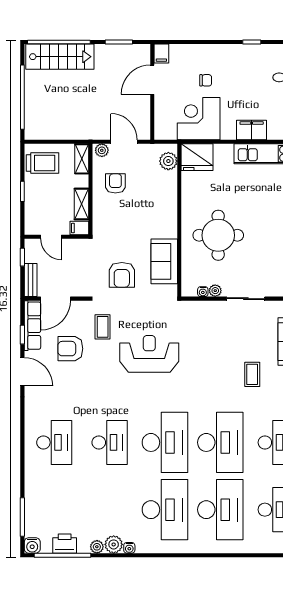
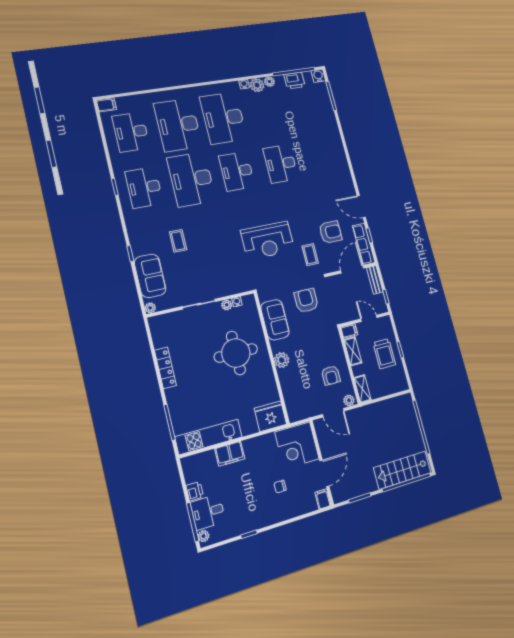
corner desk: (199, 119) -> (297, 445), moved, turned 90
plant: (168, 161) -> (282, 360), moved
trolley: (42, 163) -> (384, 354), moved, turned -90
desk: (54, 442) -> (323, 156), removed
desk: (165, 442) -> (237, 171), width x0.73, depth x0.77

